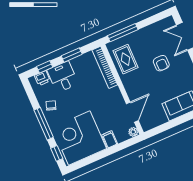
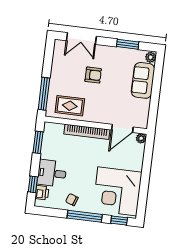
window: (72, 55) -> (38, 142), moved
bookcase: (105, 67) -> (87, 132), moved
door: (132, 112) -> (122, 128), swing flipped
filing cabinet: (110, 139) -> (135, 164), removed

